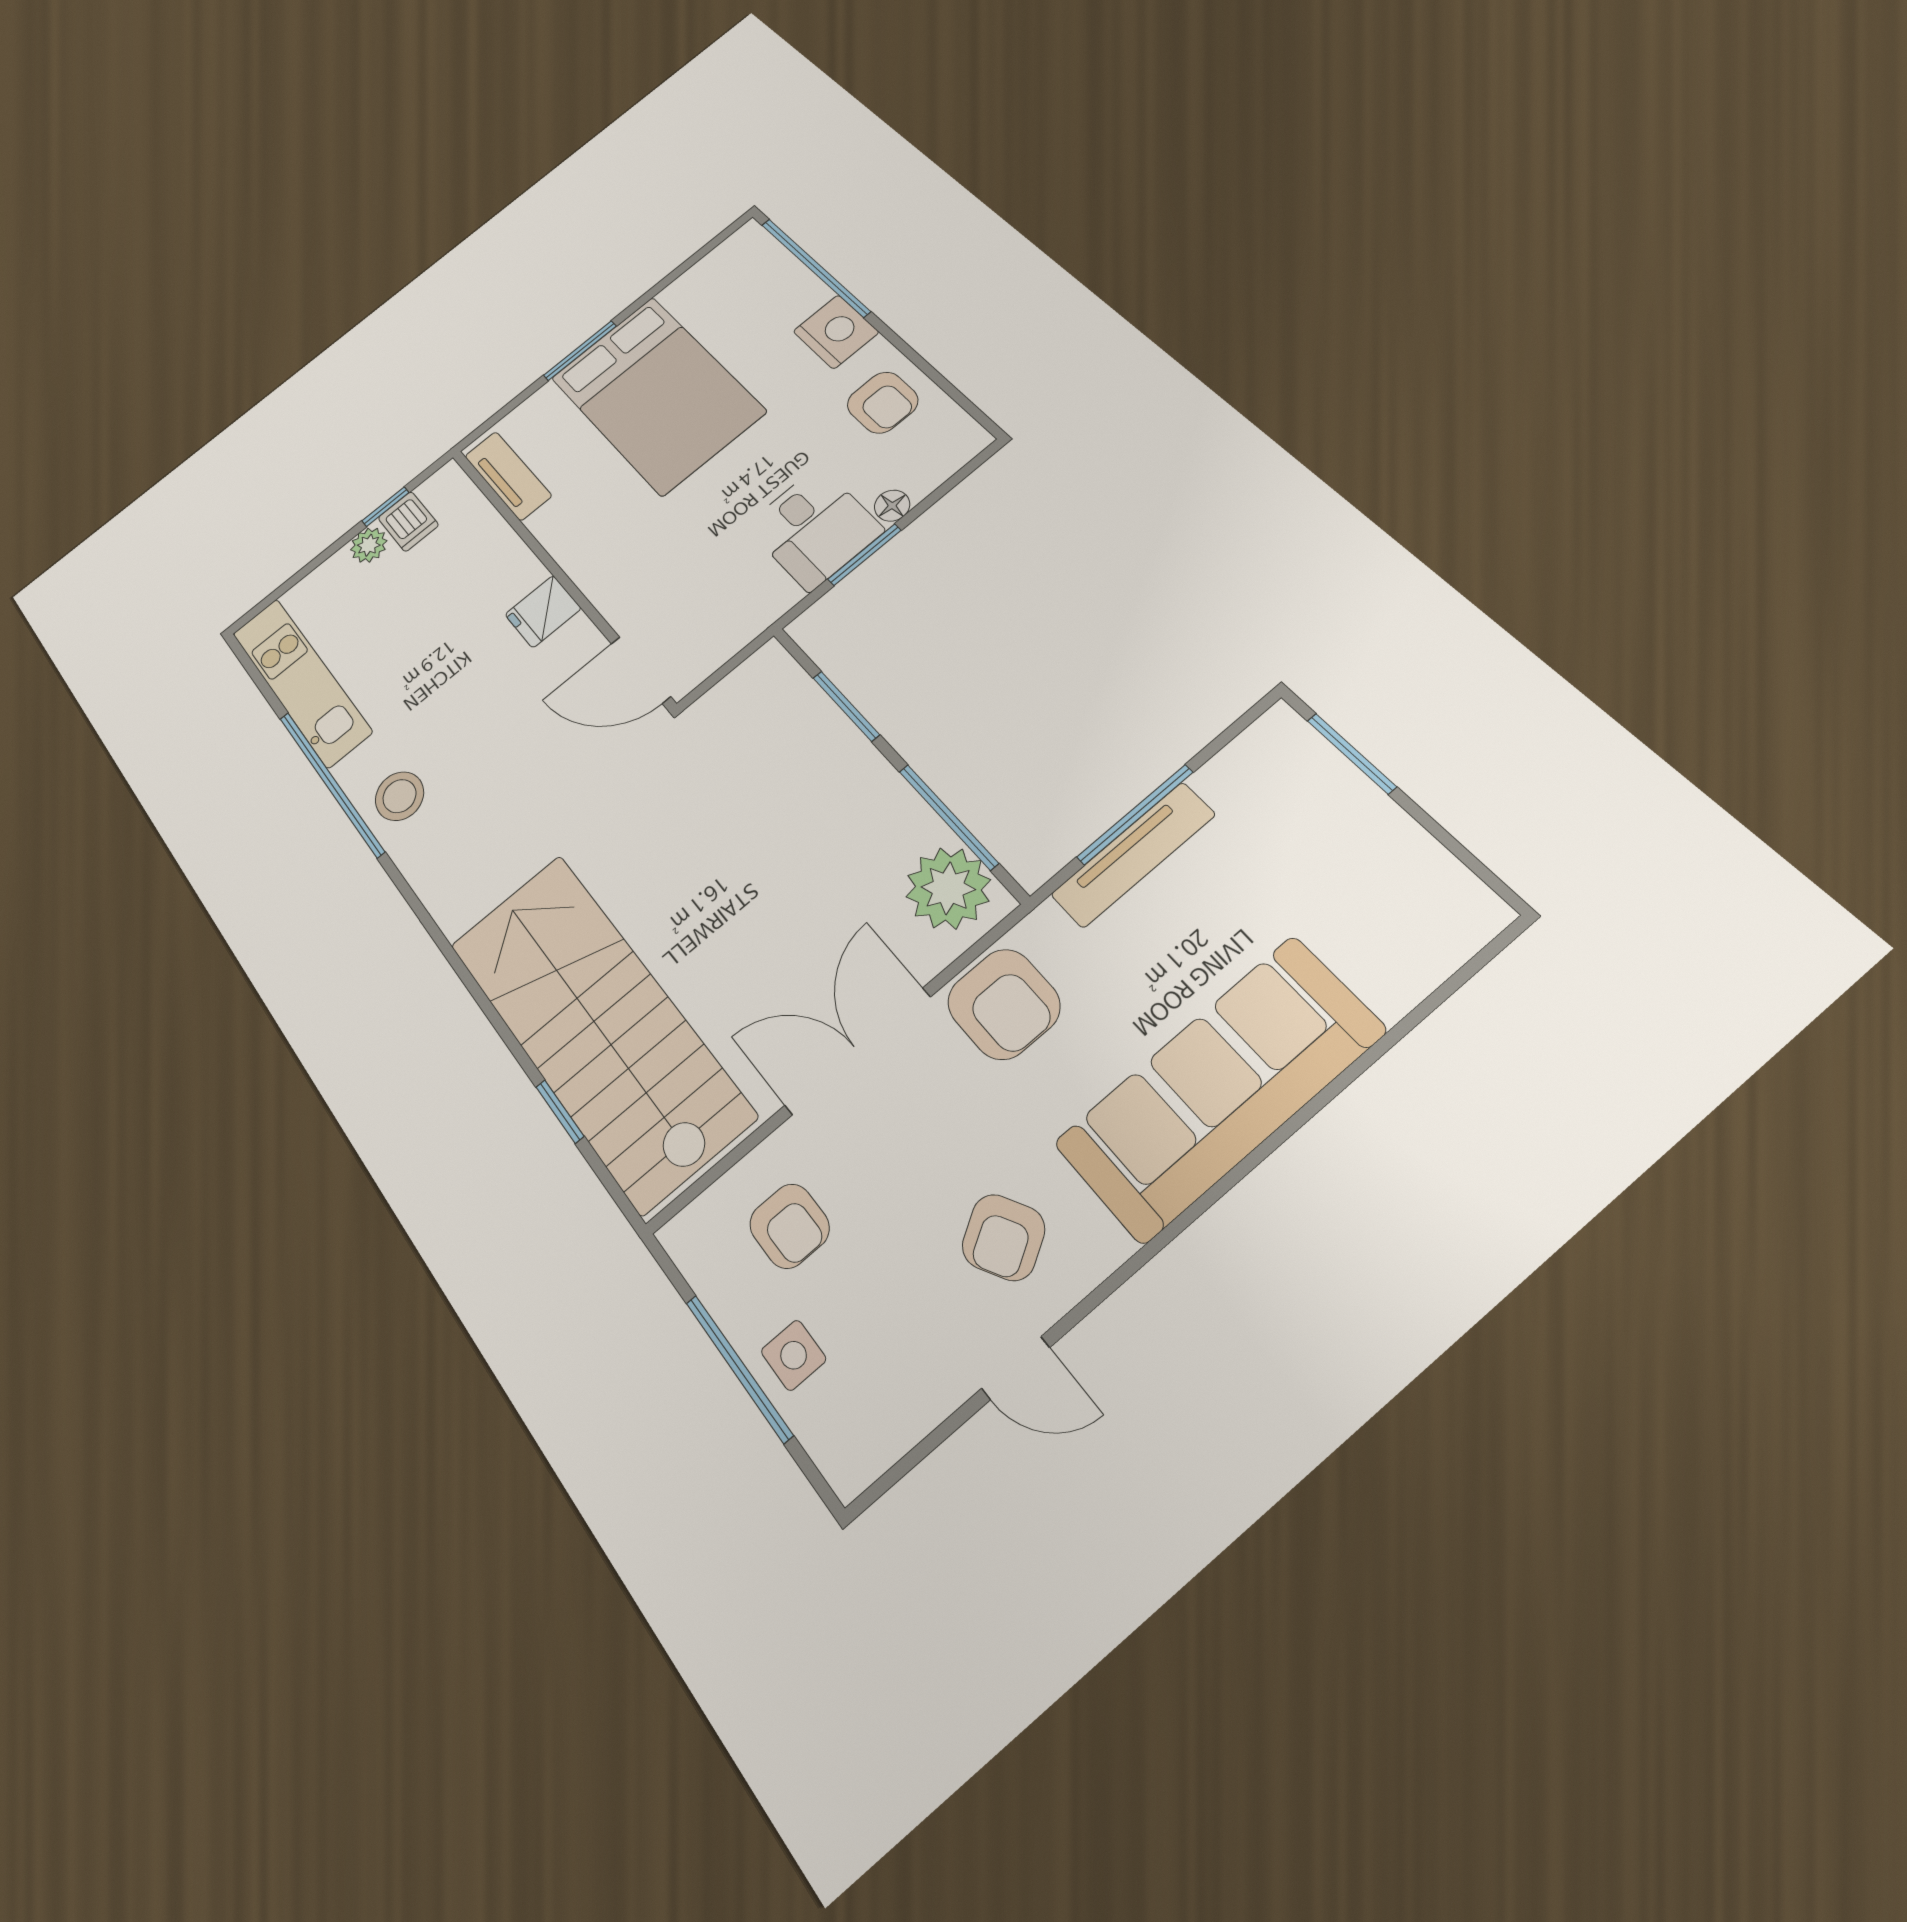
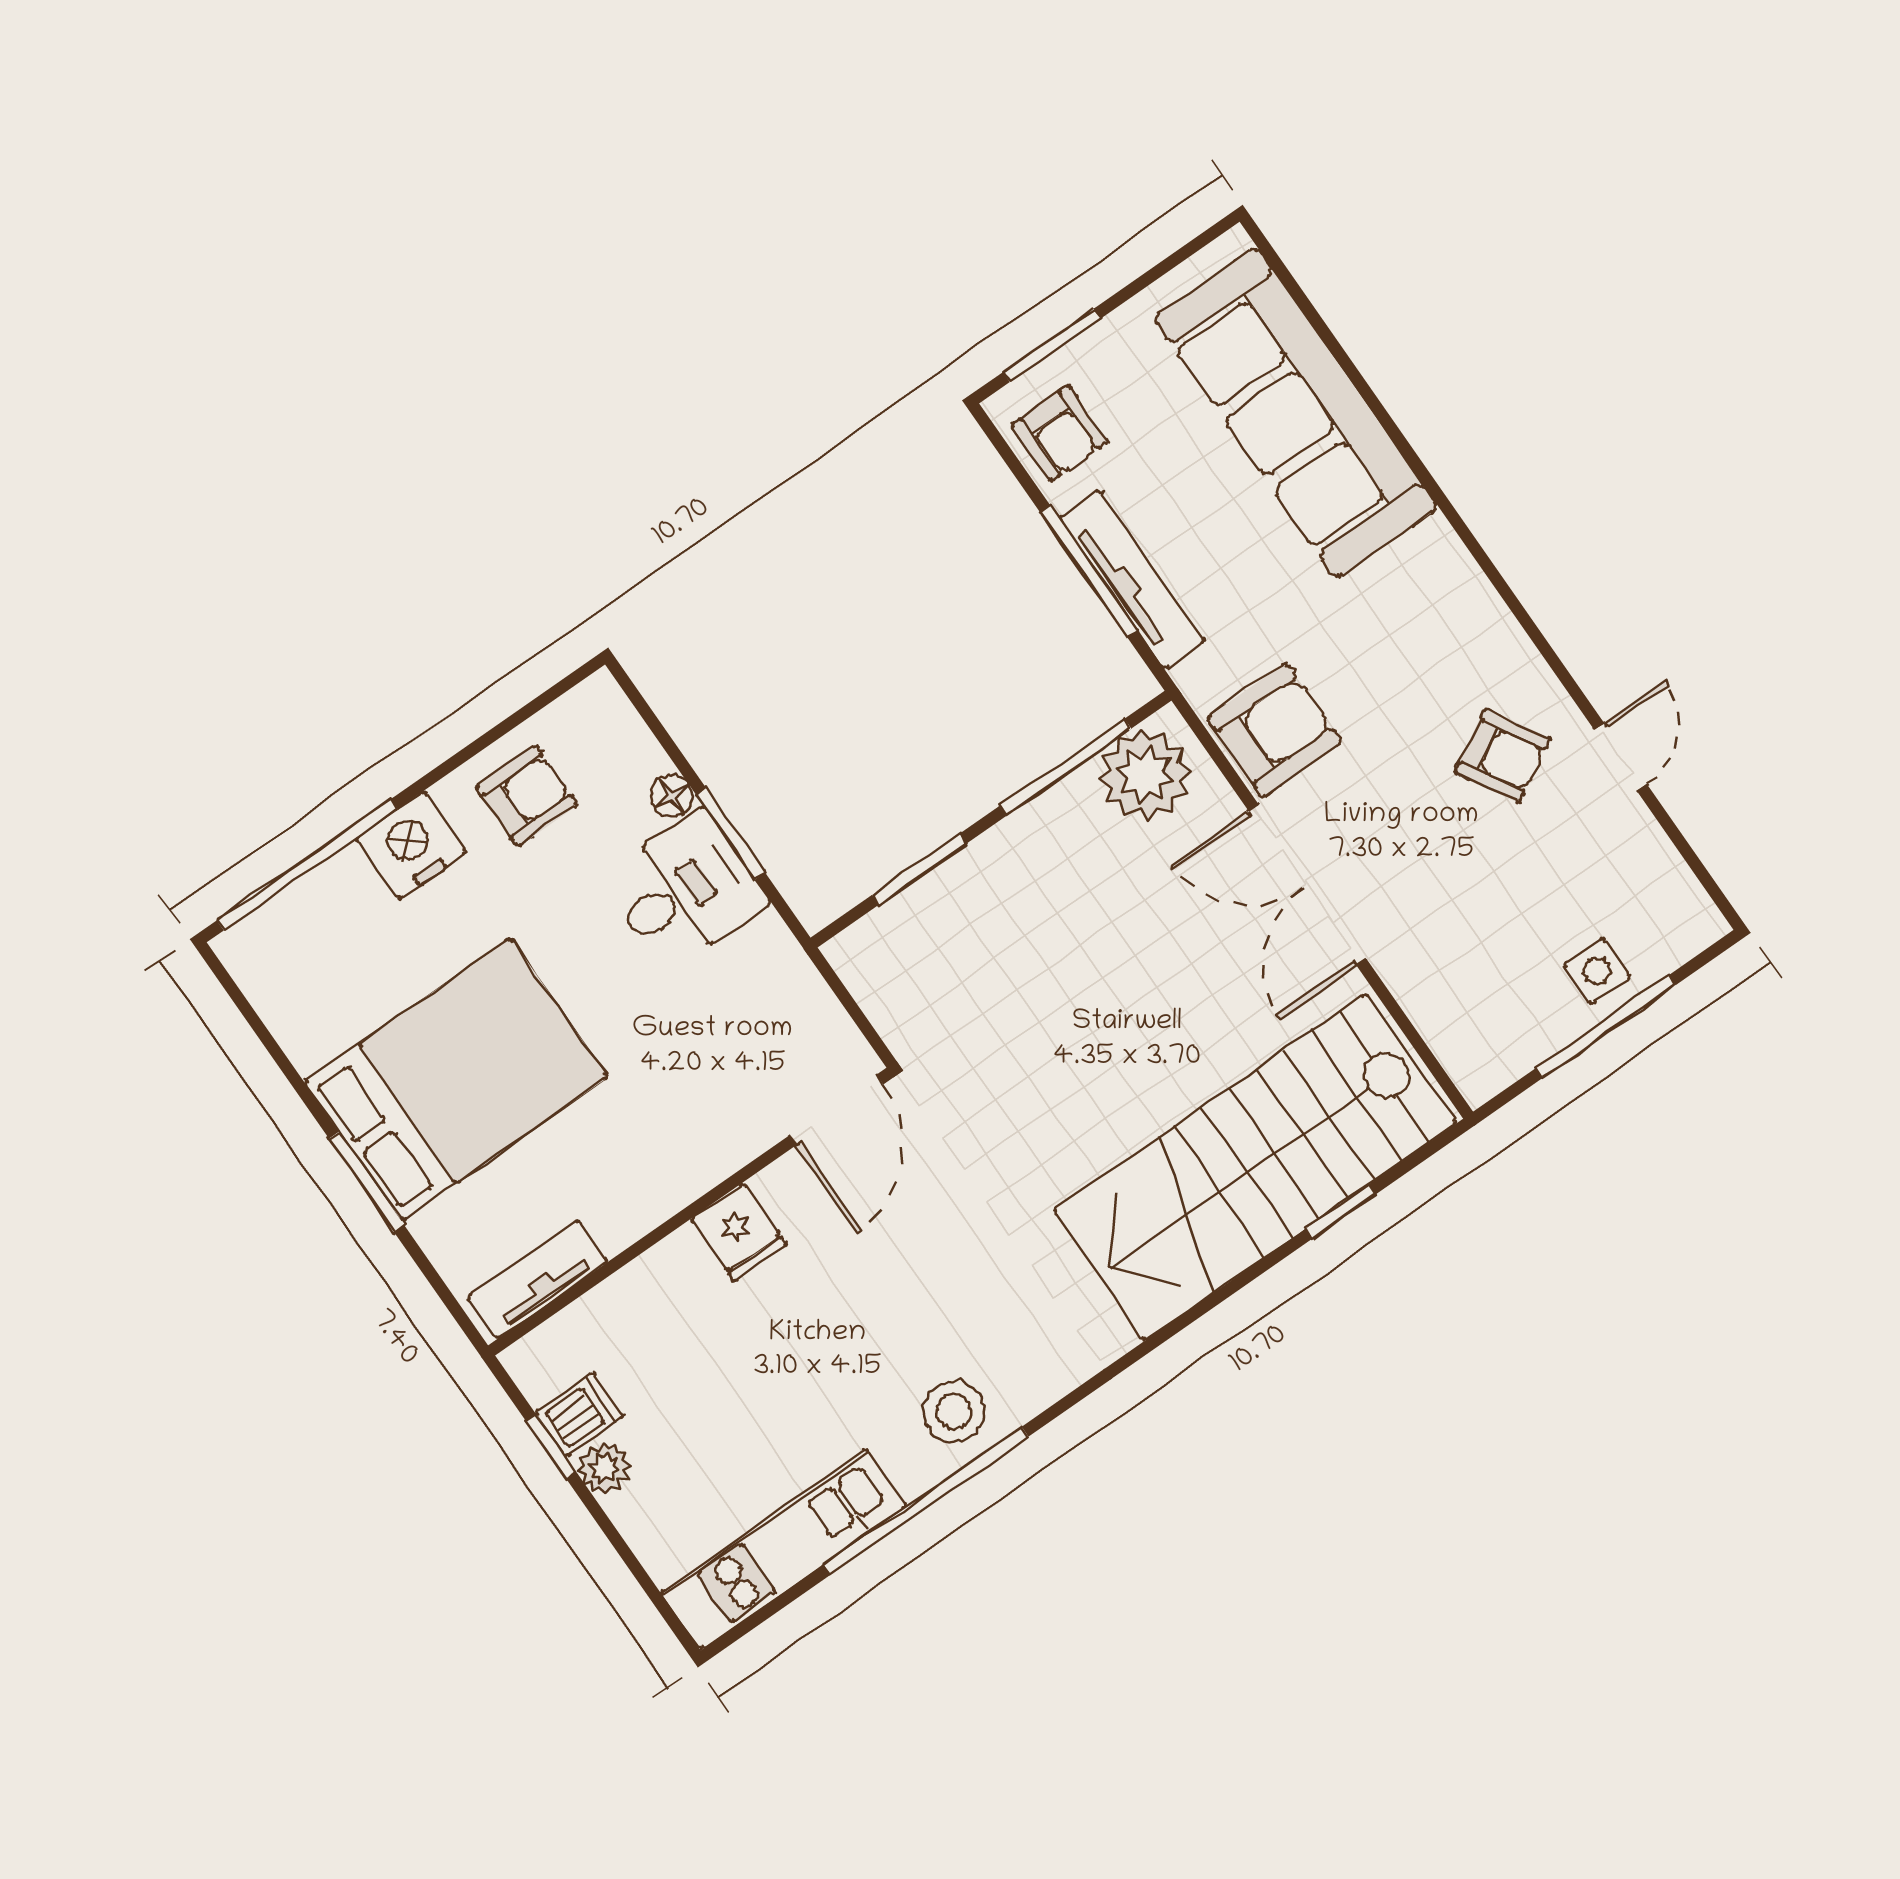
sofa: (1220, 1087) -> (1296, 413), moved
armchair: (789, 1226) -> (1060, 434), moved, turned 90

